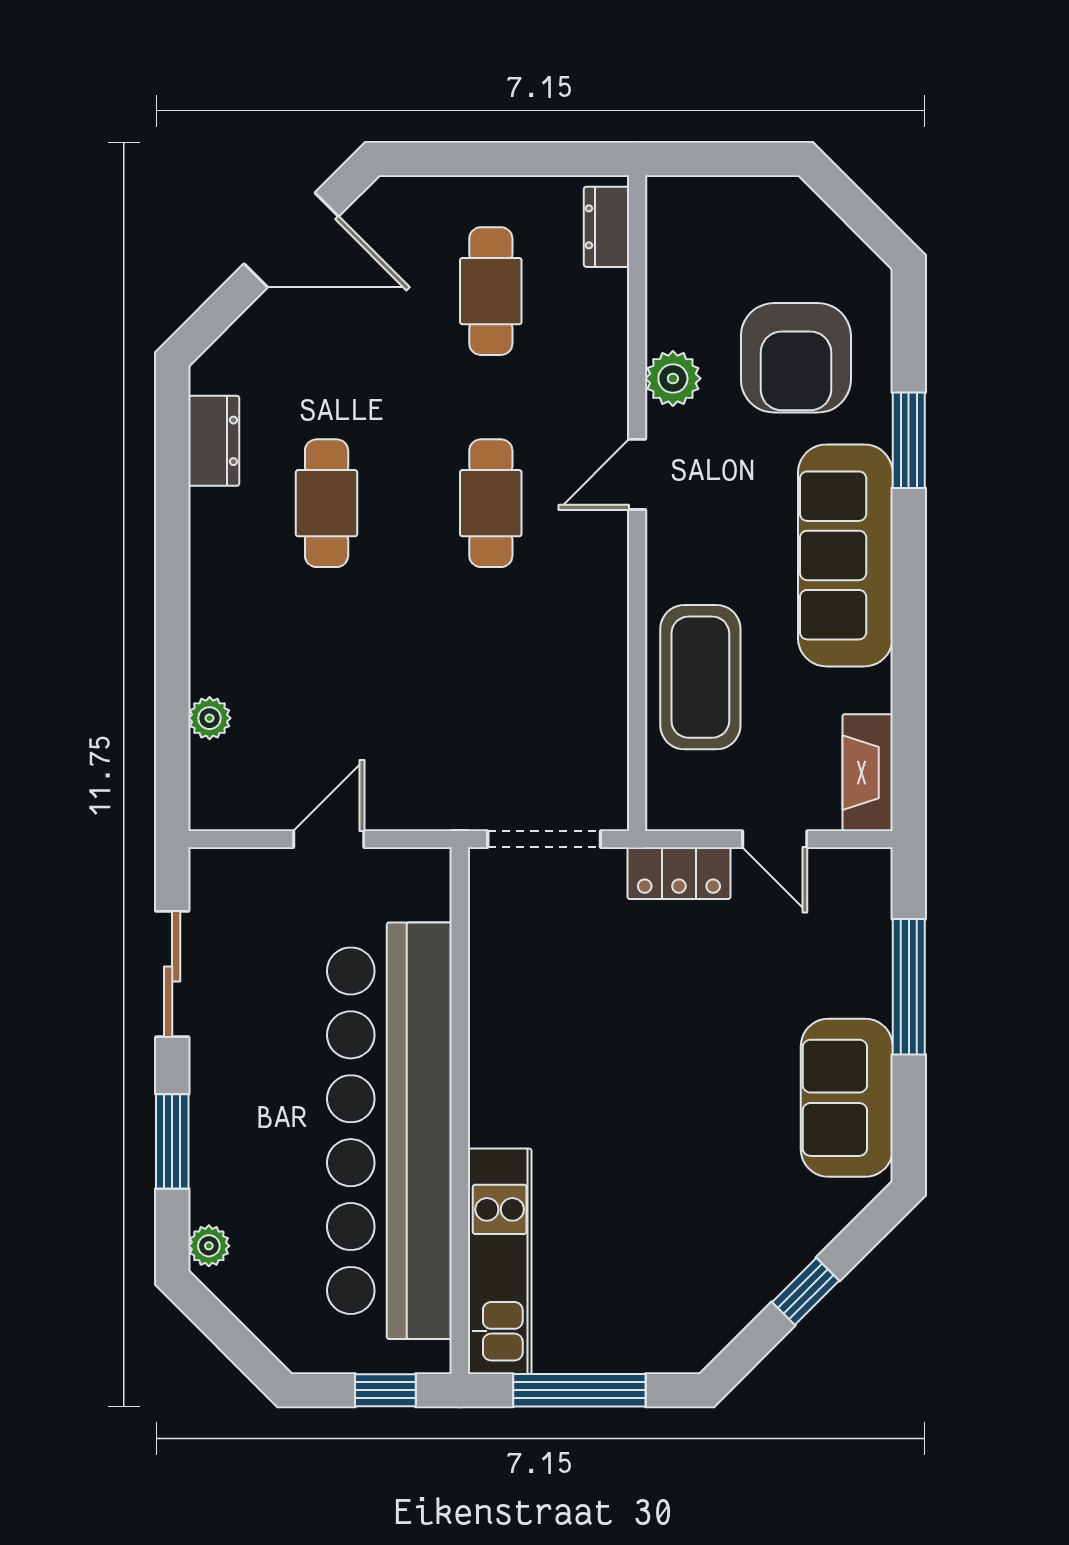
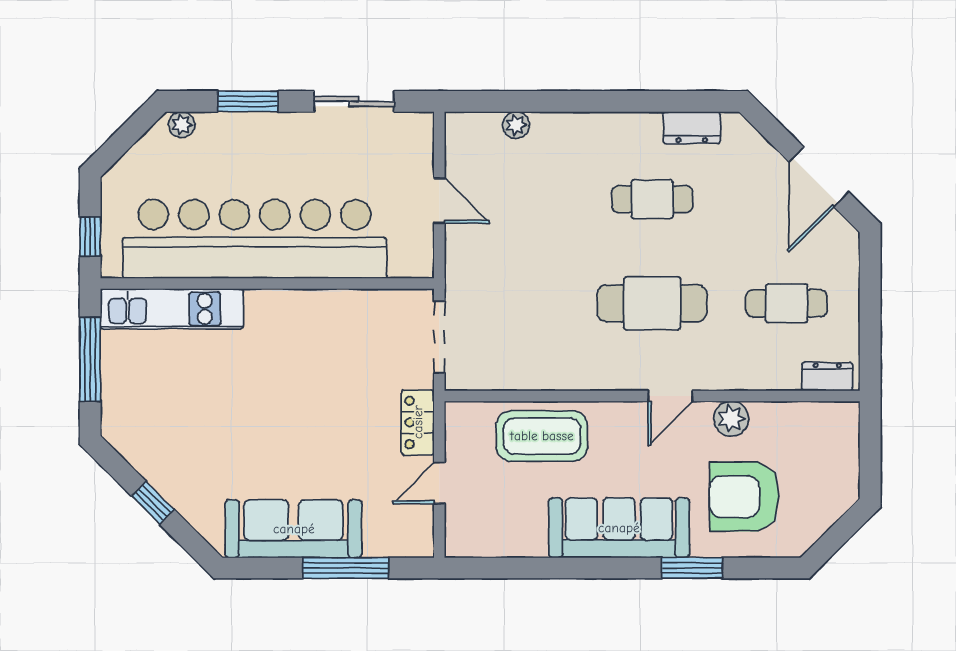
door: (637, 474) -> (670, 396), swing flipped
cafe table: (491, 503) -> (652, 303), width x1.37, depth x1.35
fireplace: (868, 773) -> (481, 542), removed
sofa: (847, 1098) -> (294, 529), width x1.36

